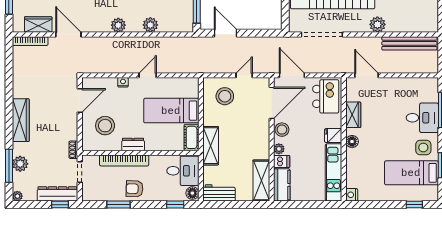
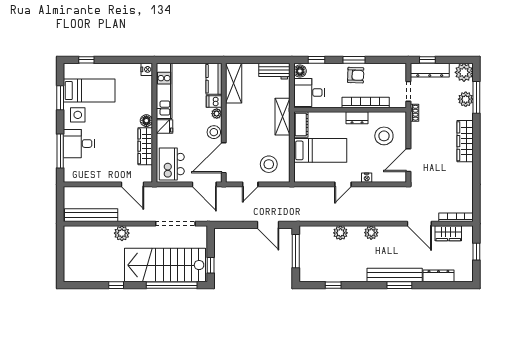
wardrobe: (353, 115) -> (145, 146), width x1.50
plant: (17, 196) -> (464, 72), width x1.87, depth x1.87
window: (119, 205) -> (354, 60), moved

